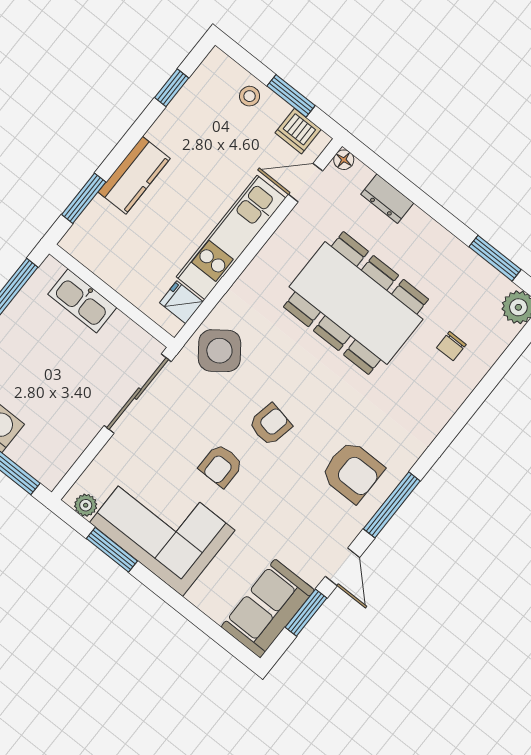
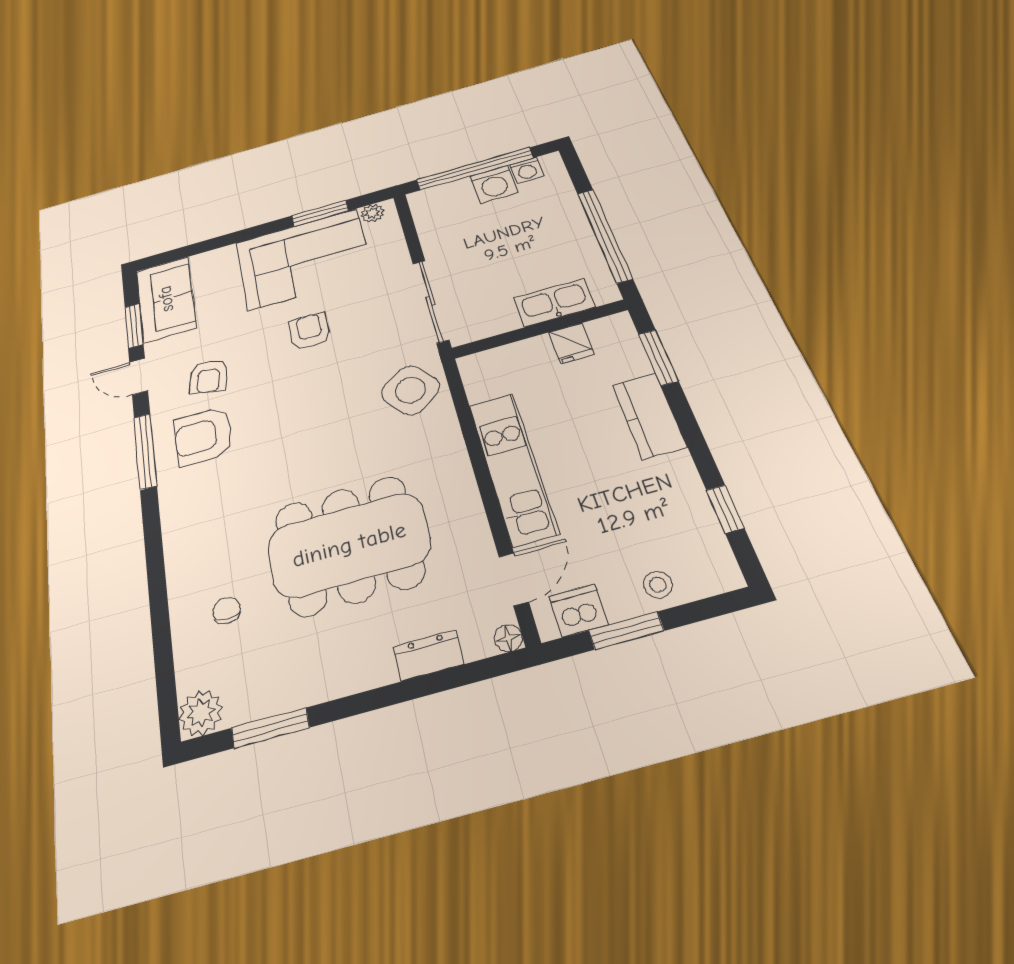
fridge: (181, 302) -> (571, 343), moved, turned 90
armchair: (270, 425) -> (209, 376), moved

